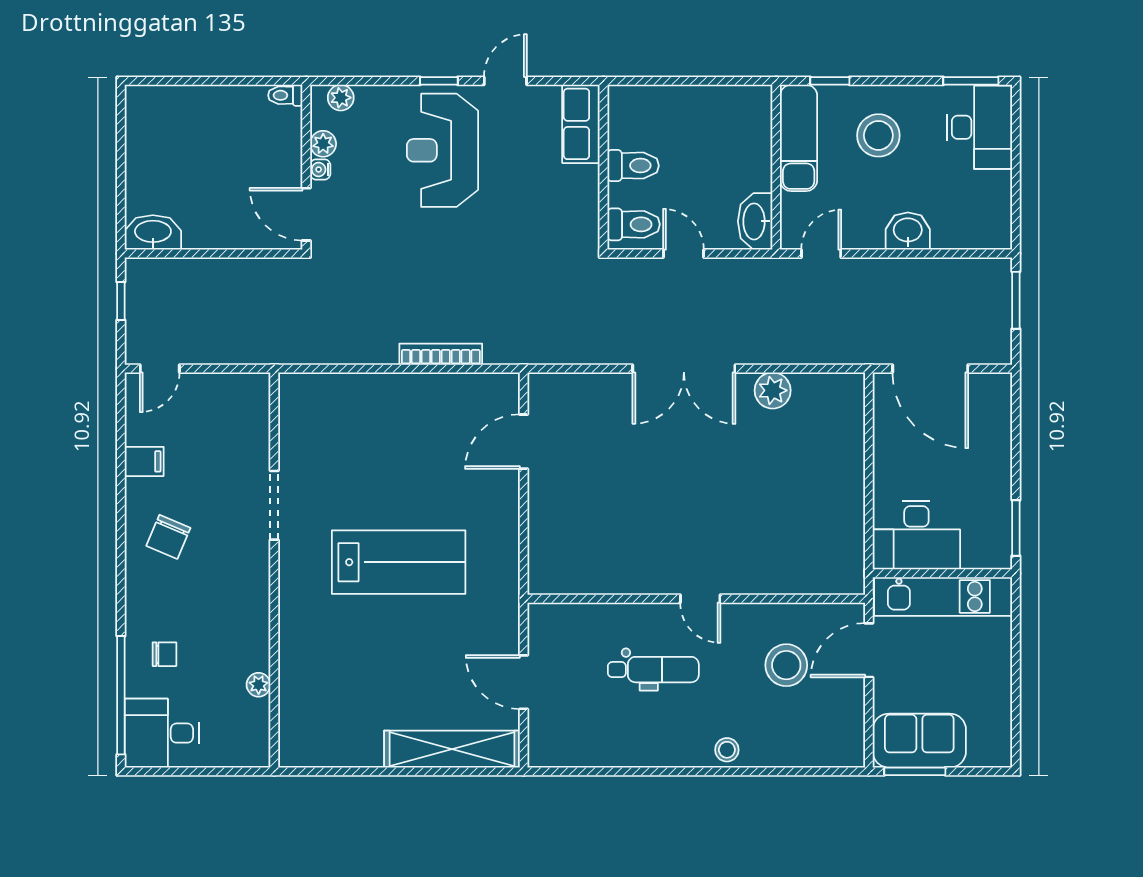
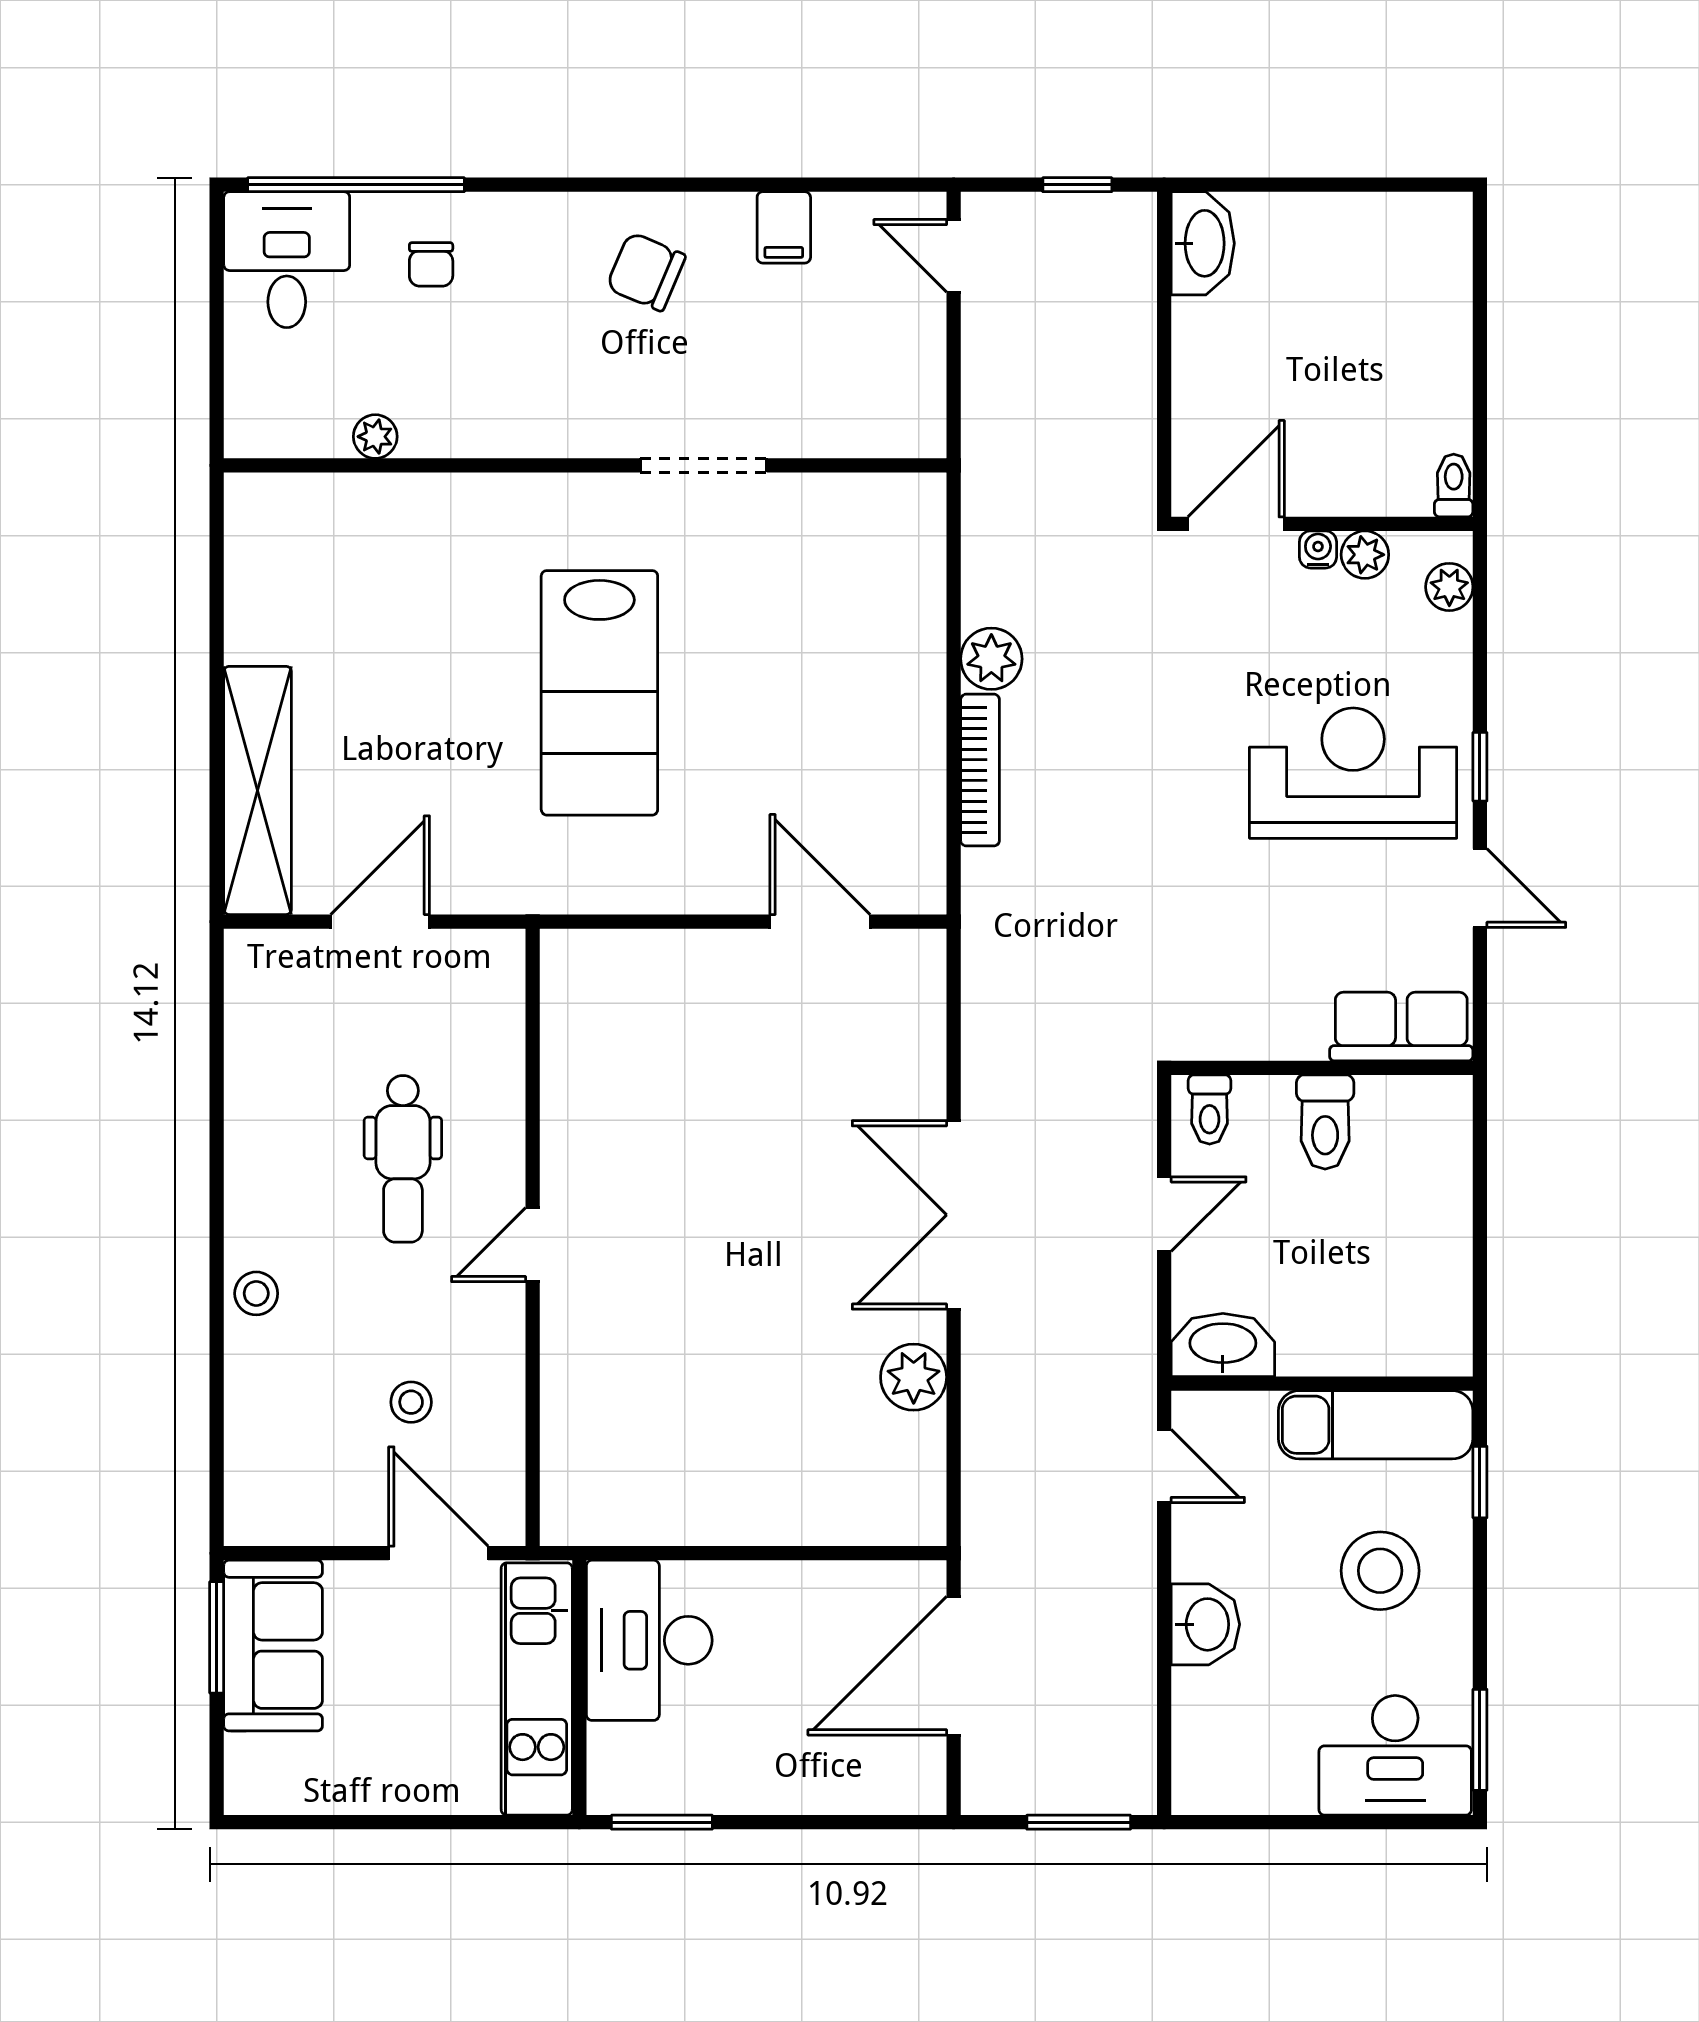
toilet: (634, 224) -> (1210, 1110), width x0.73, depth x0.72
plant: (380, 348) -> (991, 659), added
stool: (786, 665) -> (411, 1402), width x0.53, depth x0.53

